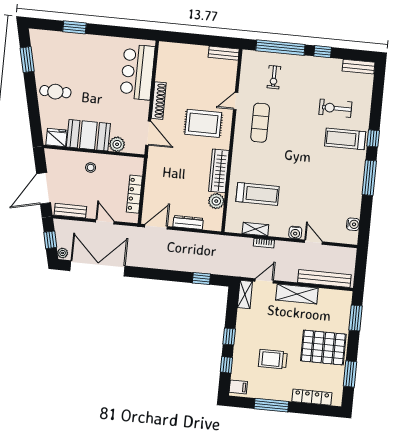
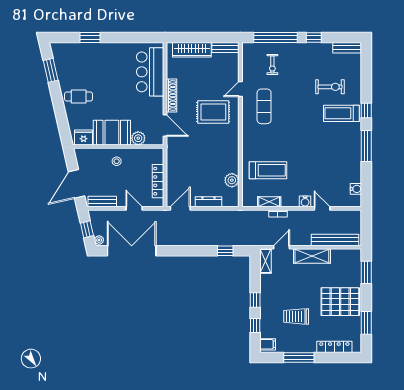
exercise bike: (335, 108) -> (330, 87), turned 180
wardrobe: (219, 171) -> (192, 50), moved, turned -90

